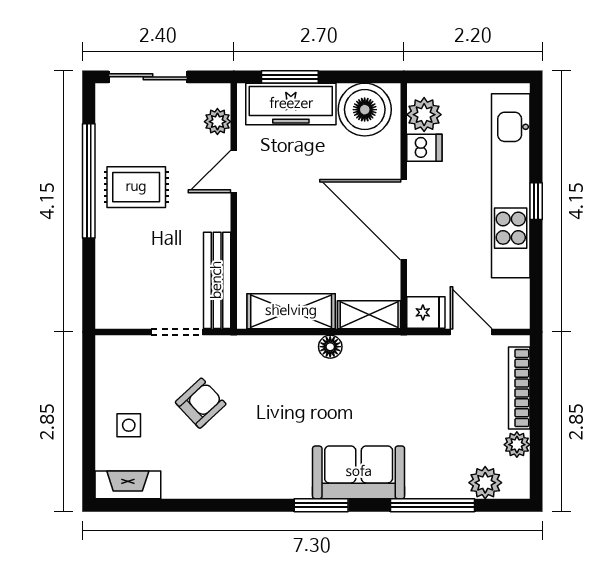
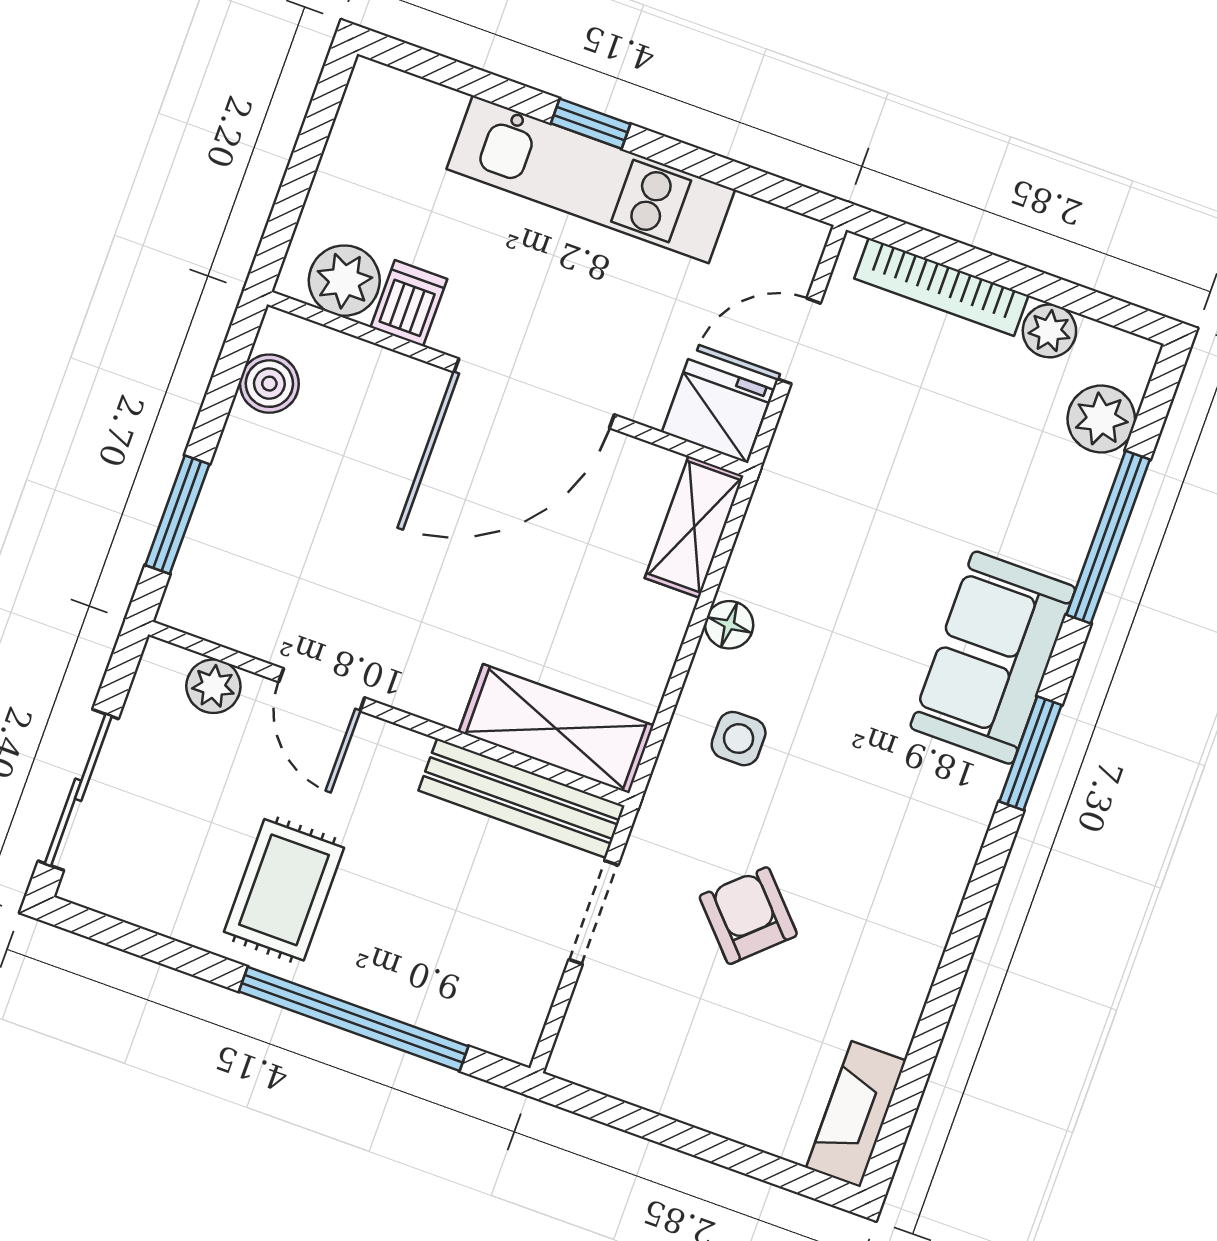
freezer: (291, 104) -> (231, 532), removed
boiler: (365, 110) -> (269, 384), width x0.54, depth x0.54
window: (89, 181) -> (354, 1019), moved
kitchen unit: (511, 186) -> (591, 179), width x0.73
shelving: (291, 311) -> (556, 729), moved, turned 90
fridge: (426, 312) -> (718, 411), width x1.38
side table: (129, 425) -> (739, 739), moved

